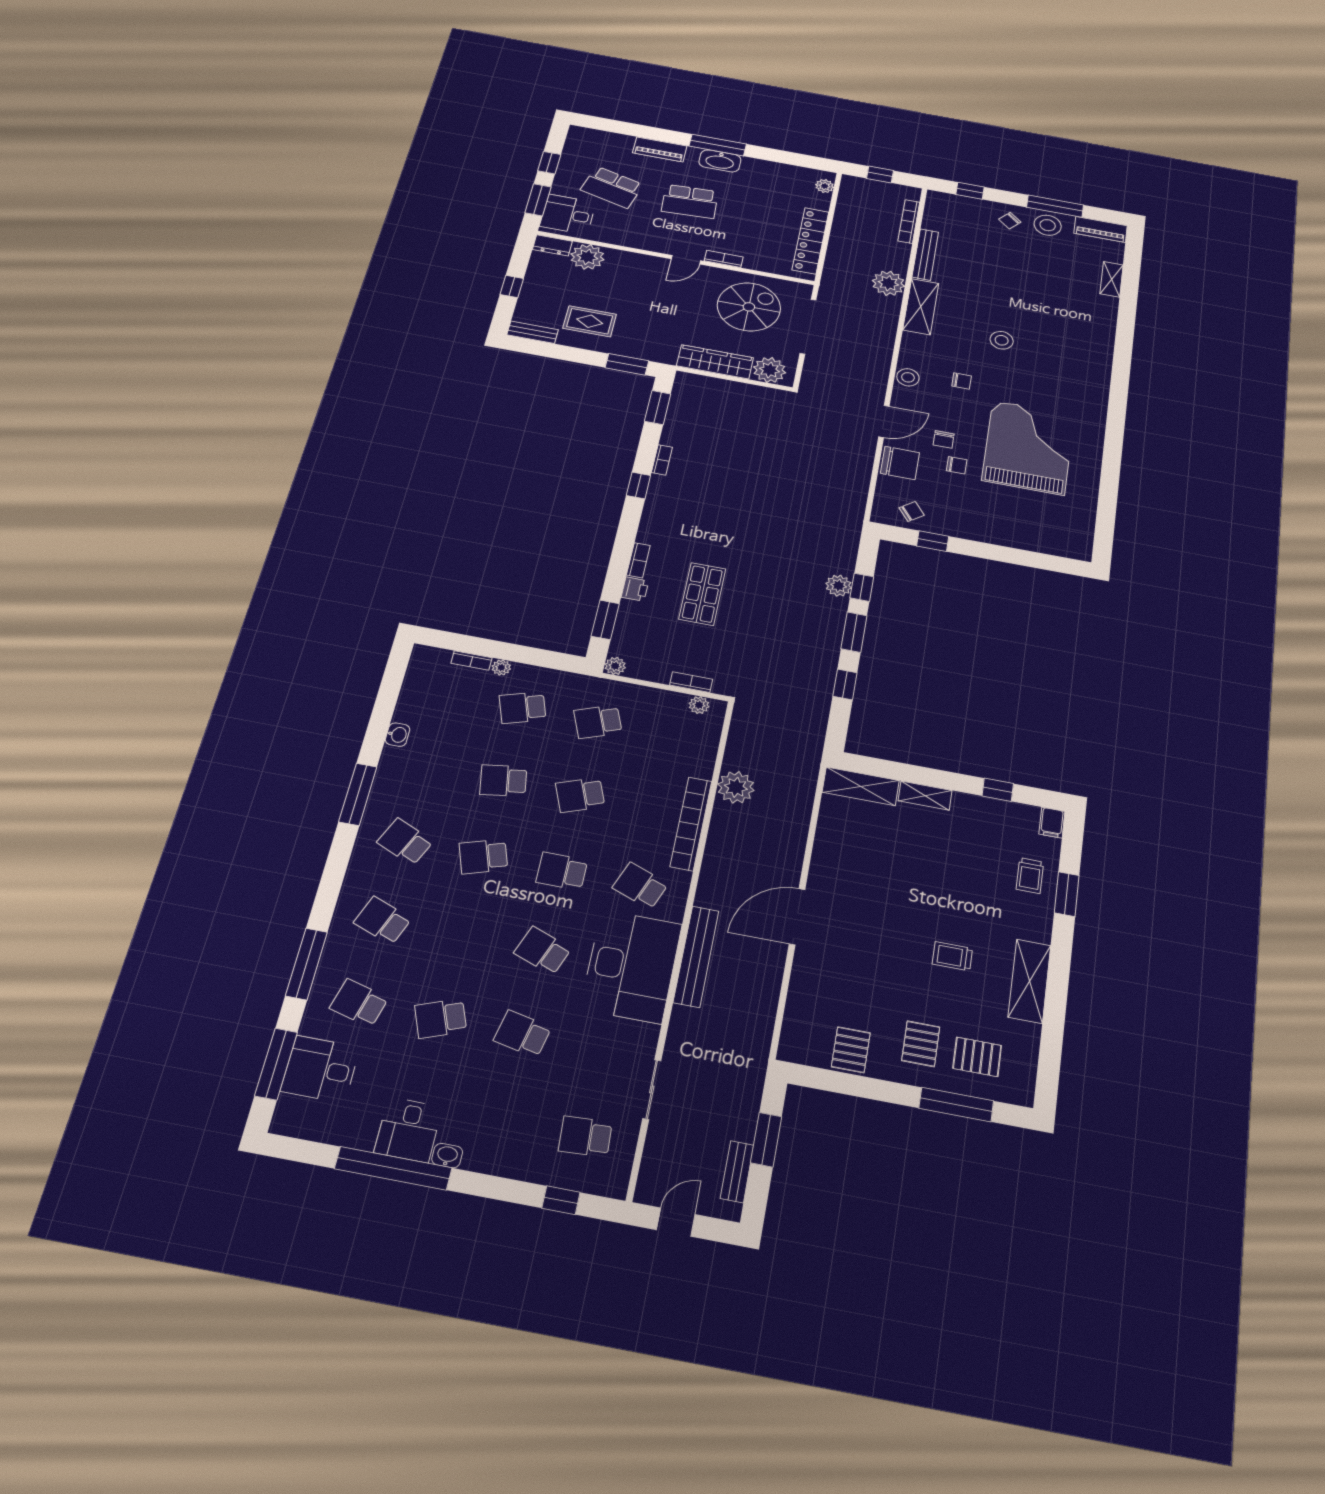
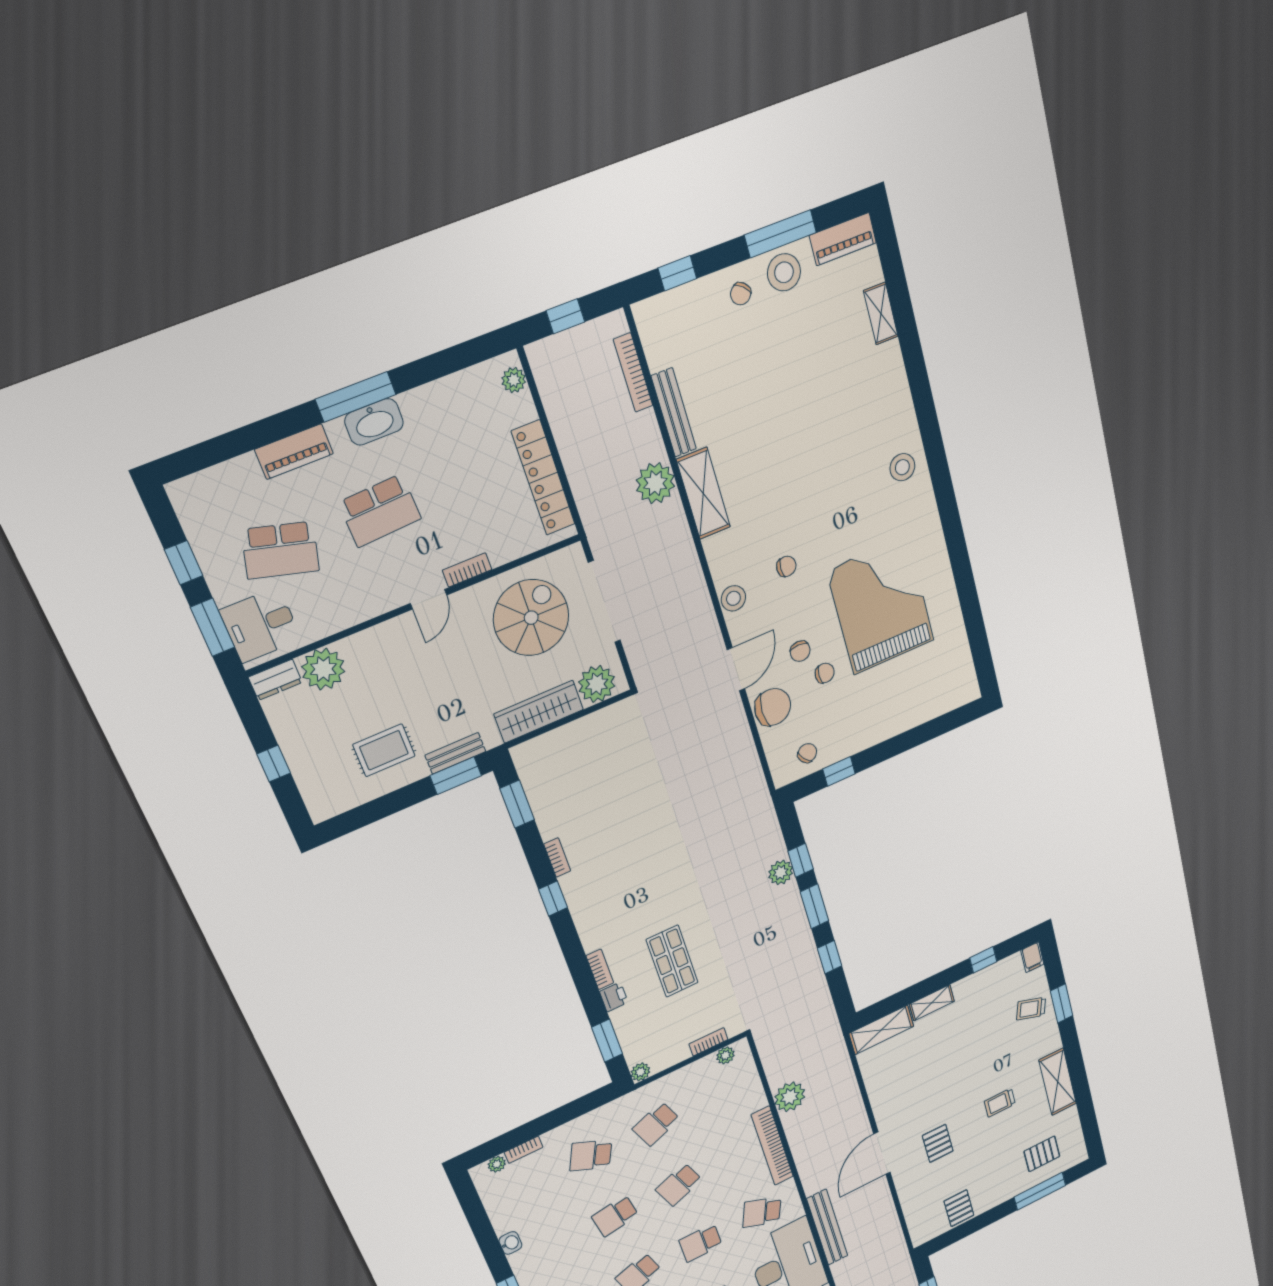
bench: (533, 332) -> (455, 753), moved
stool: (1002, 340) -> (902, 467), moved
plant: (501, 668) -> (497, 1164), moved
school desk: (523, 708) -> (591, 1155), turned 42
trolley: (1030, 876) -> (1031, 1009), turned 108
pallet: (921, 1044) -> (938, 1143), moved

